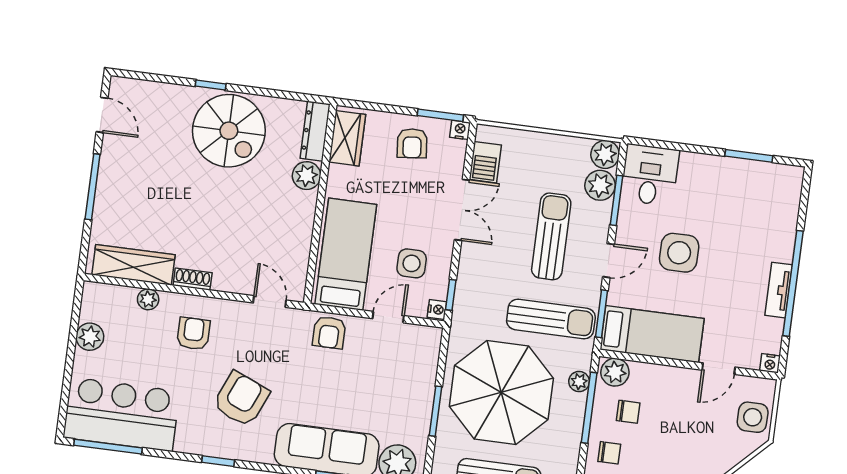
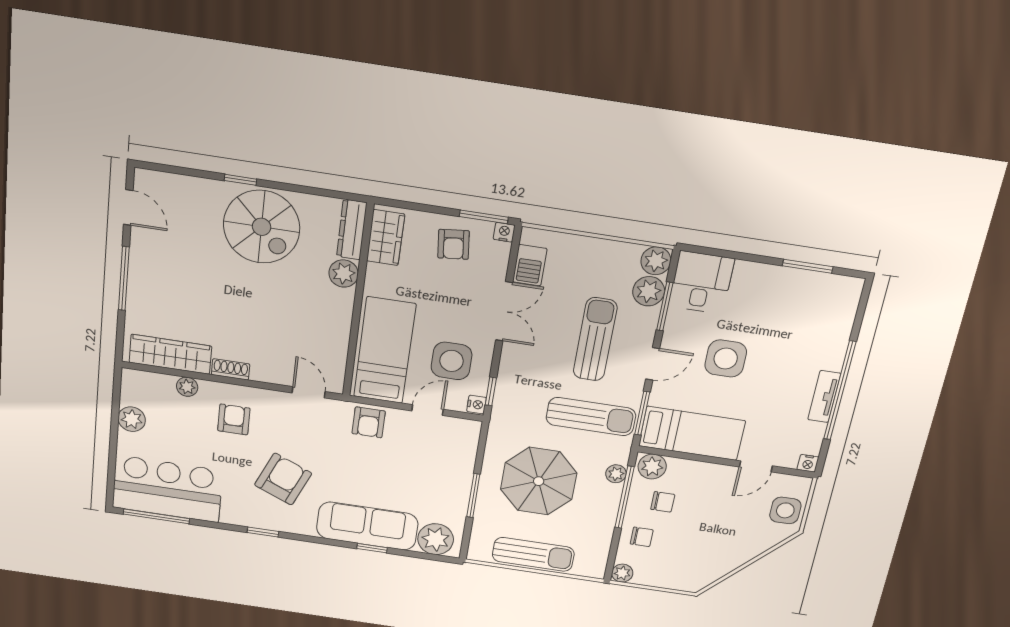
side table: (412, 263) -> (452, 361), width x1.37, depth x1.37
parasol: (501, 392) -> (539, 481), width x0.73, depth x0.73

